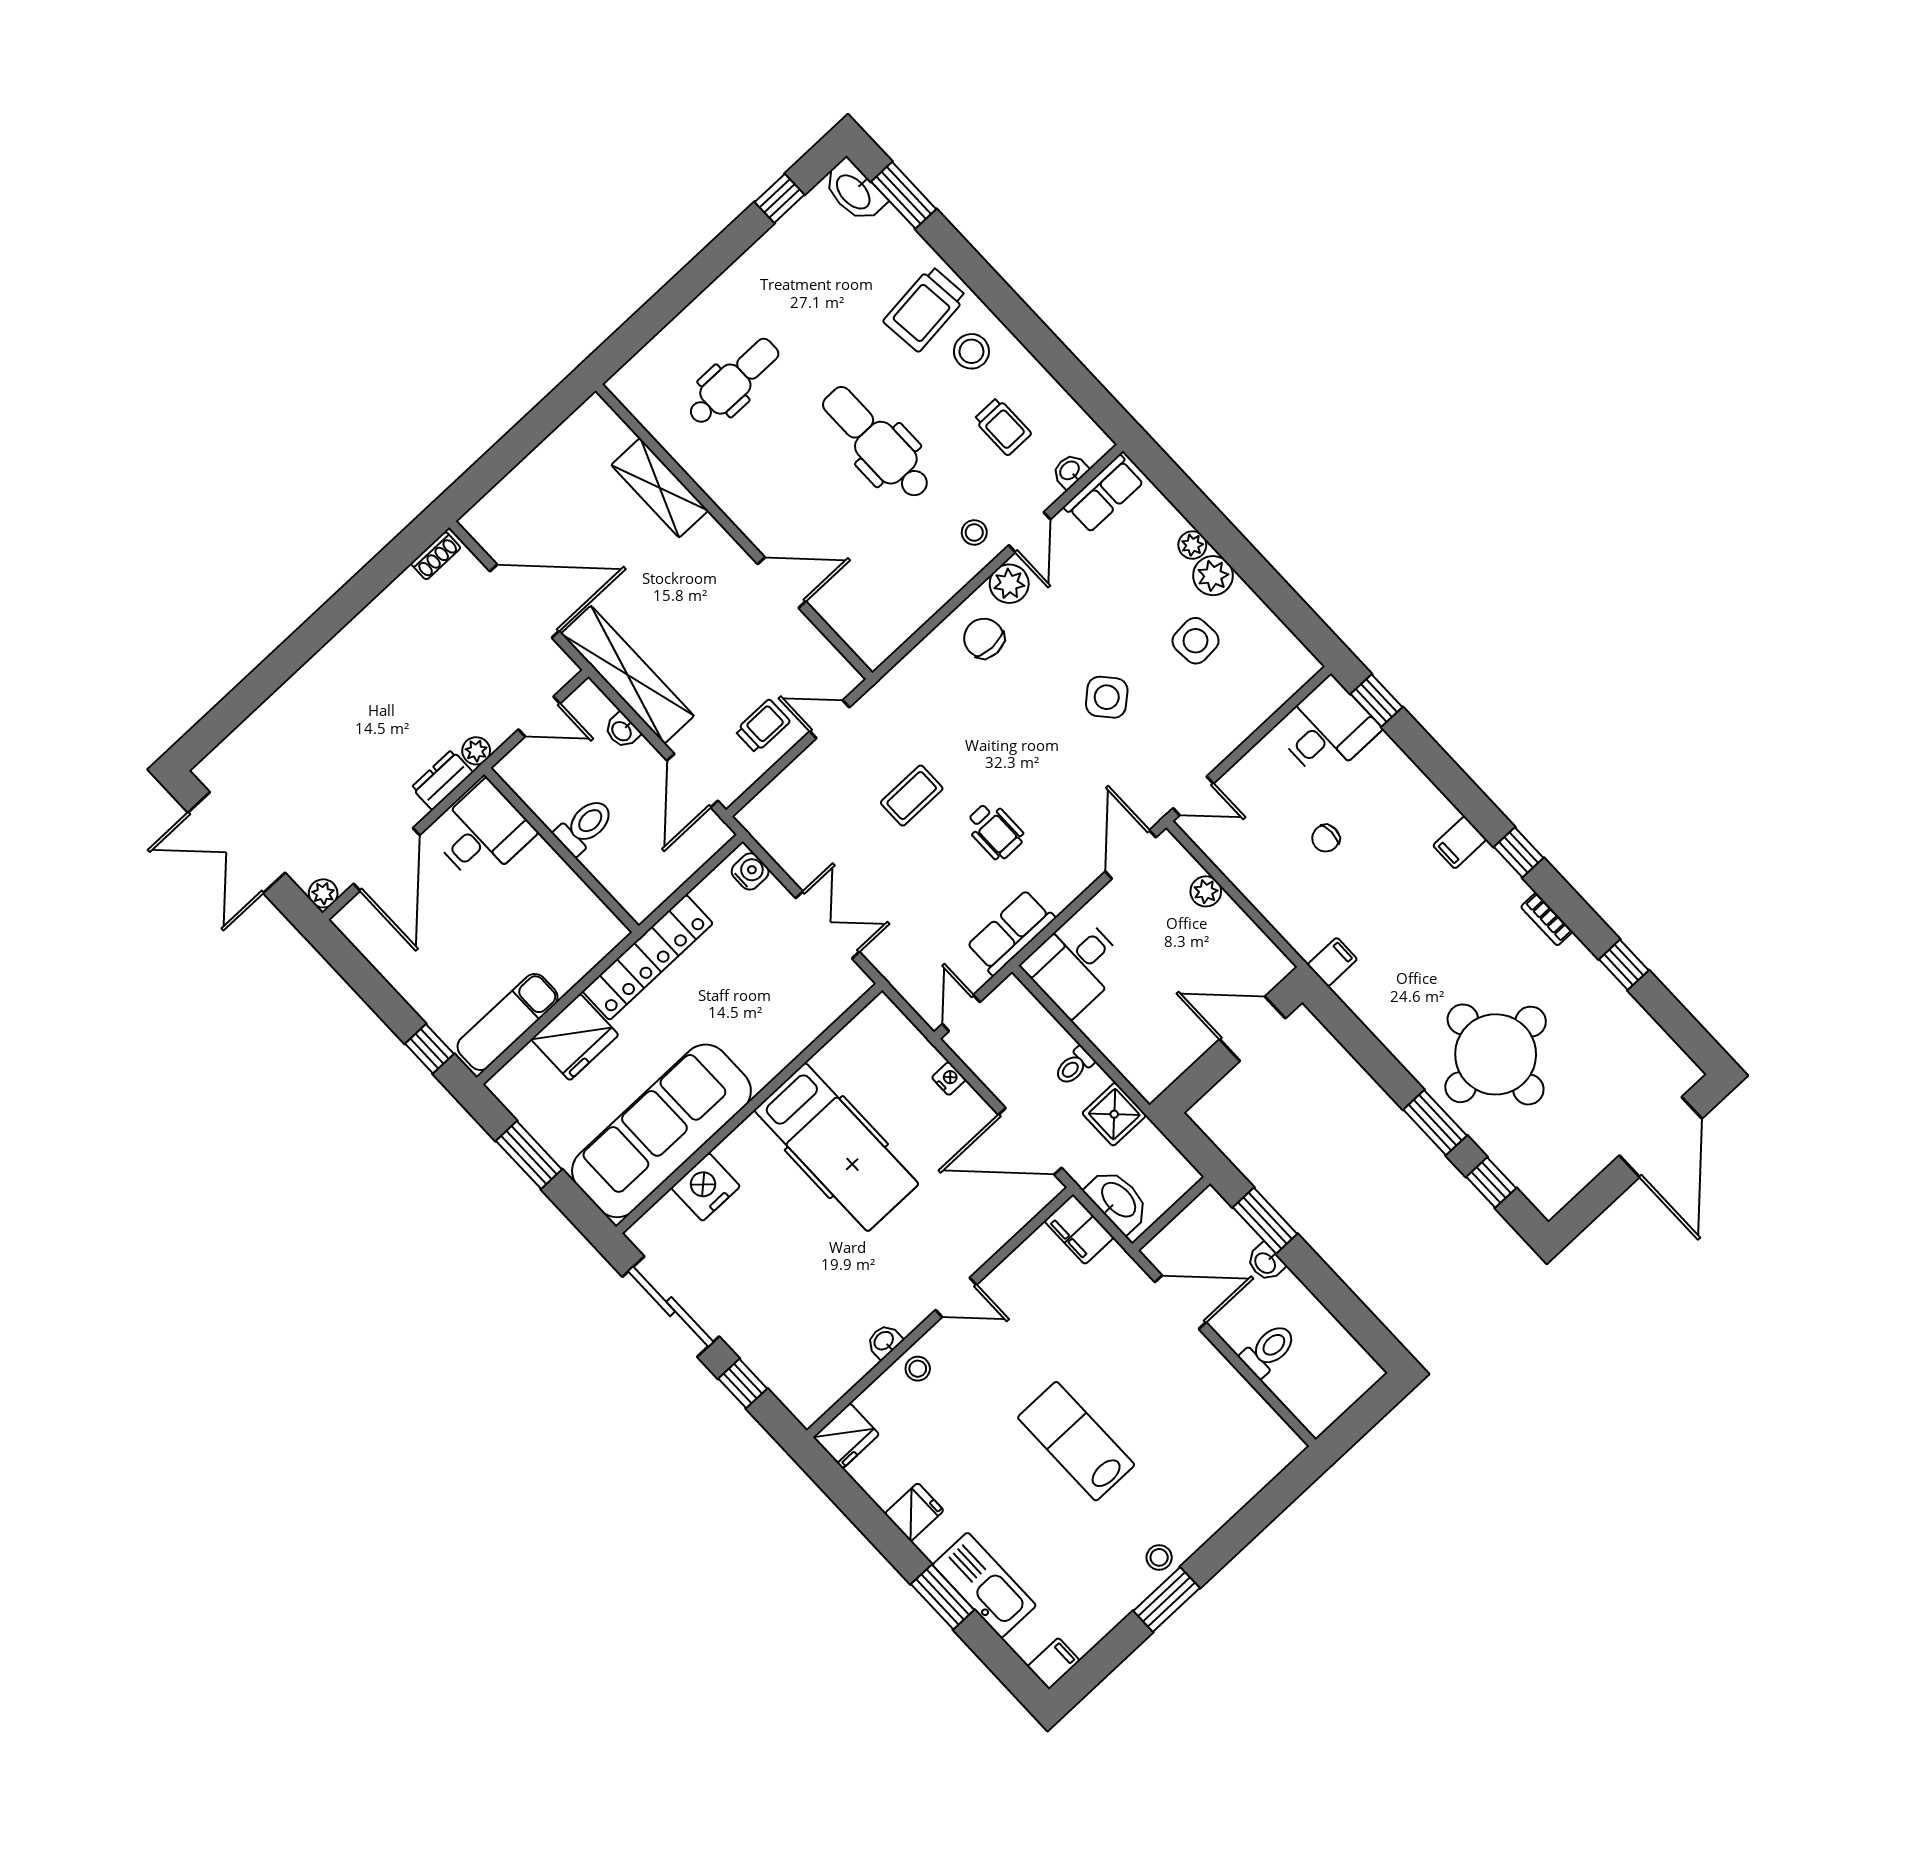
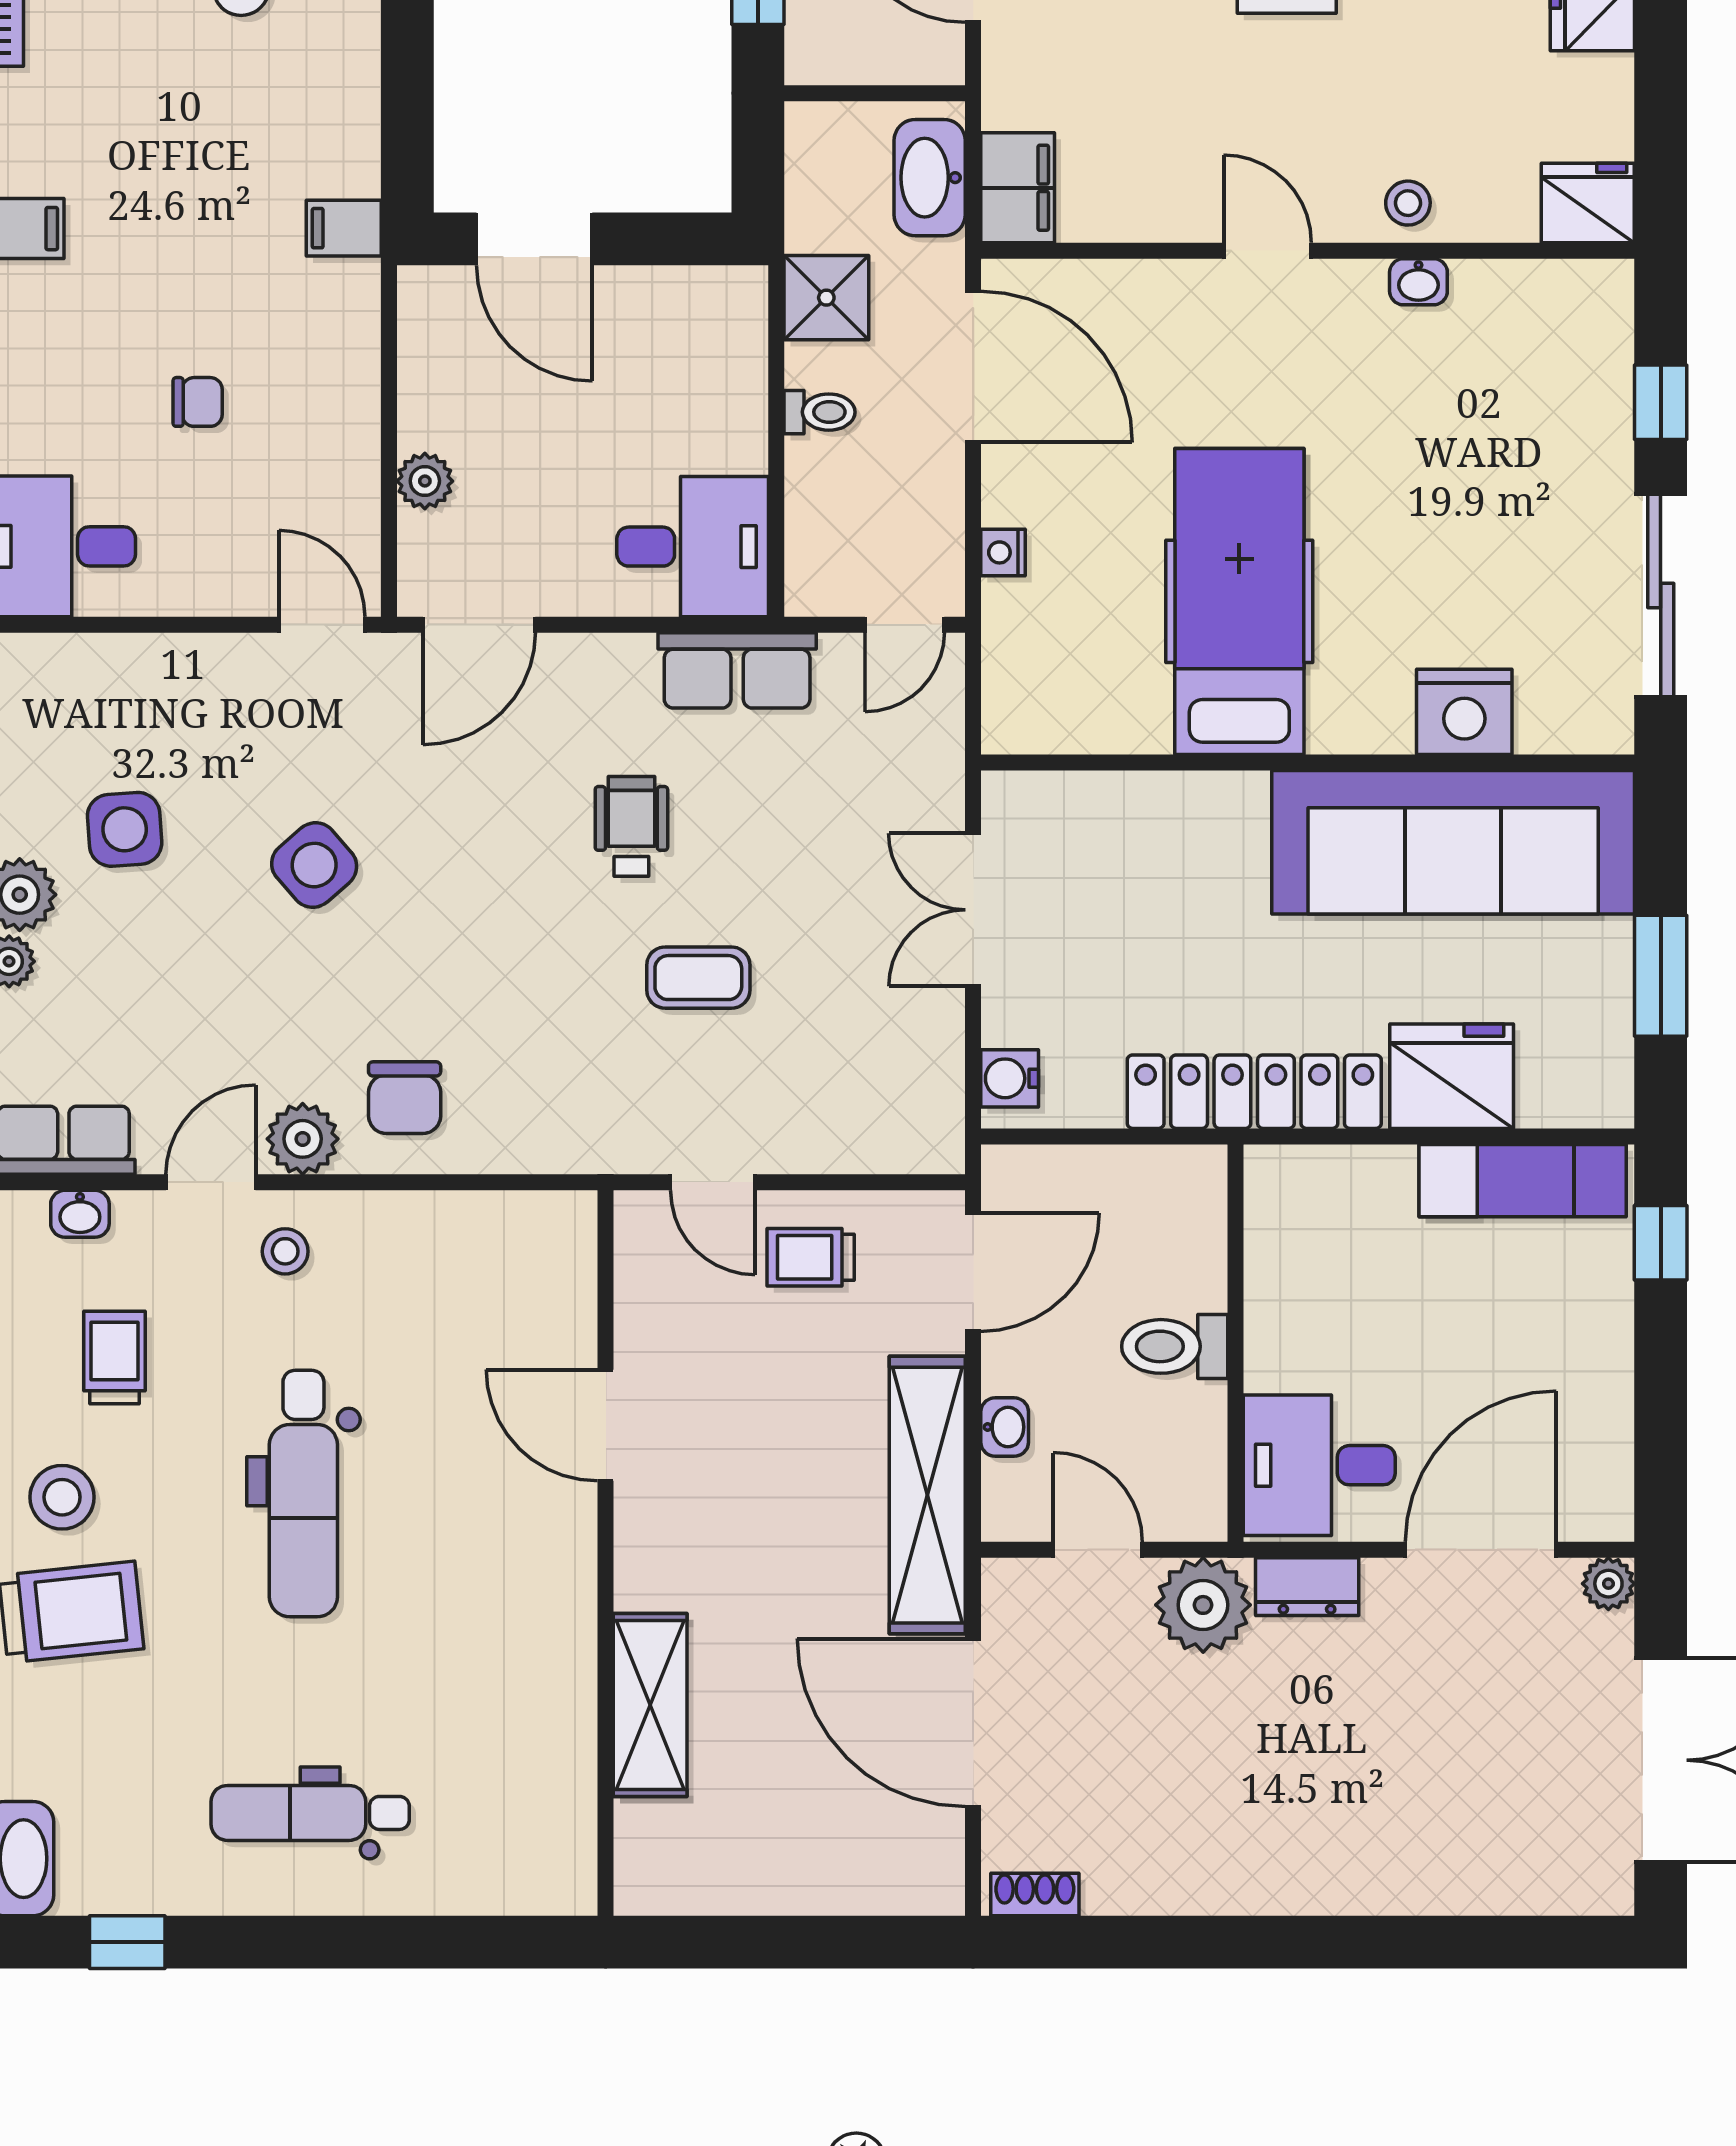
dental chair: (733, 382) -> (310, 1813), moved
plant: (476, 751) -> (1203, 1605), width x1.87, depth x1.87

